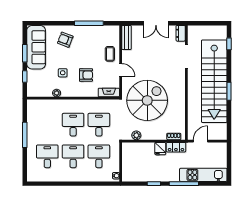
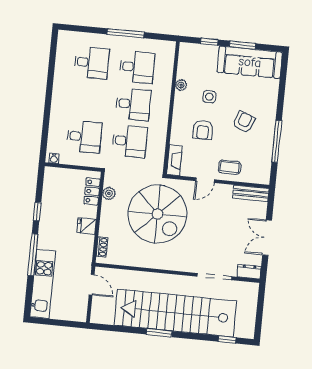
armchair: (65, 40) -> (244, 122), moved
locker: (176, 147) -> (92, 191), moved
desk: (73, 156) -> (137, 67), moved

